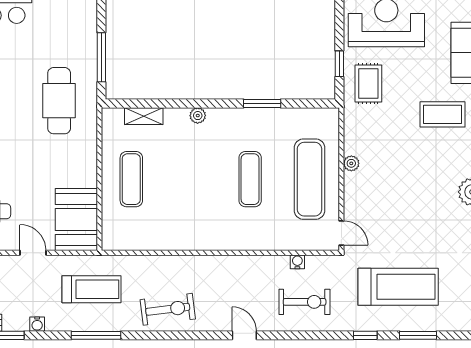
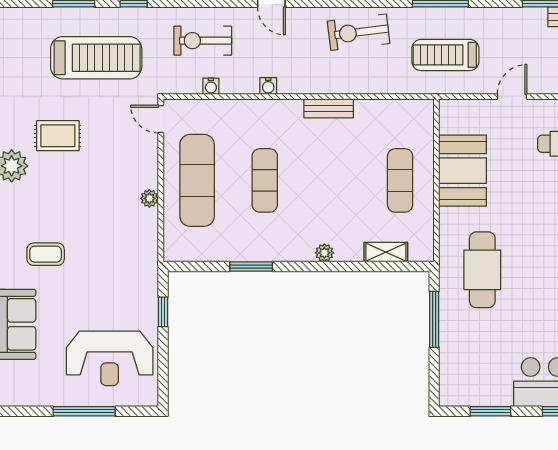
rug: (368, 83) -> (58, 136), moved, turned 90
coffee table: (443, 114) -> (46, 254), width x0.73, depth x0.77
booth: (76, 219) -> (463, 171), moved
bench: (194, 242) -> (329, 108), added
door: (33, 253) -> (512, 97), swing flipped
treadmill: (398, 287) -> (96, 58), turned 180
water cooler: (37, 324) -> (268, 86), moved, turned 180

